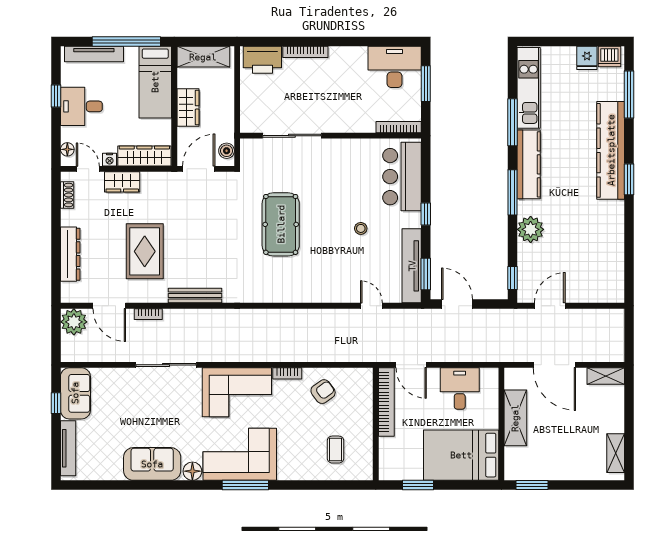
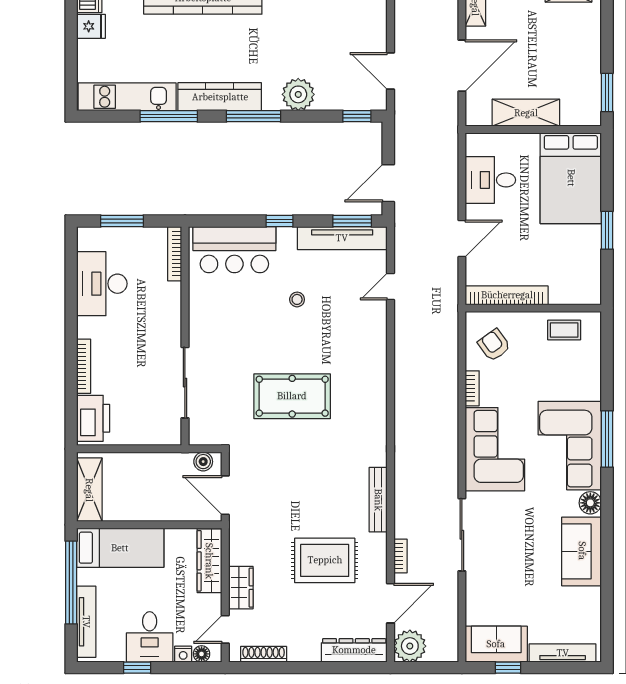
desk: (395, 67) -> (102, 284), moved
wardrobe: (188, 107) -> (151, 508), removed
nightstand: (110, 160) -> (183, 654), moved, turned 90
shoe rack: (67, 195) -> (264, 654), width x1.43
dresser: (70, 254) -> (354, 650), moved
bookcase: (386, 402) -> (507, 295), moved
wall: (376, 424) -> (533, 308), moved

